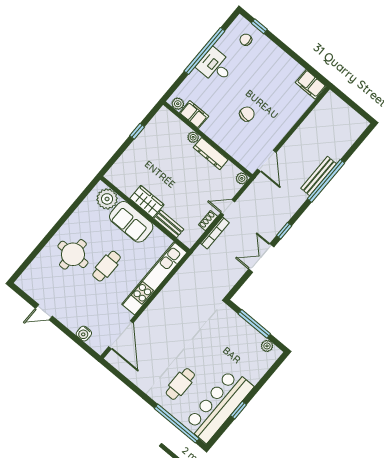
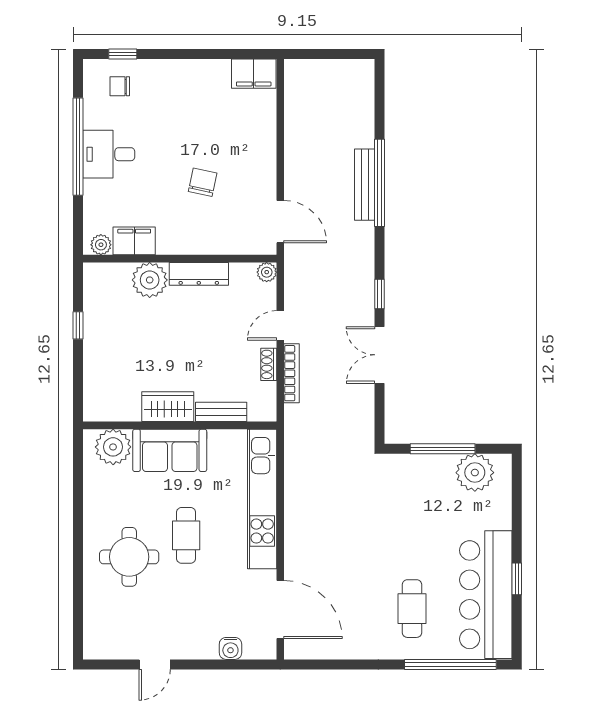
plant: (193, 137) -> (150, 280), width x1.88, depth x1.88
plant: (267, 346) -> (475, 473), width x1.88, depth x1.88

